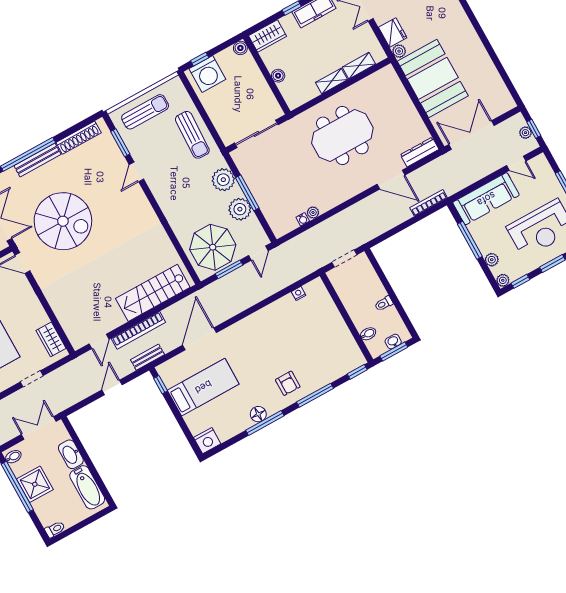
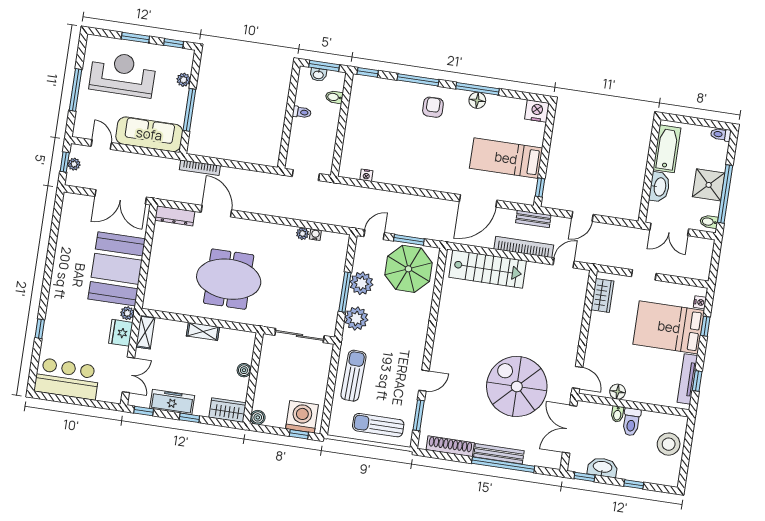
shelving: (359, 66) -> (145, 332), moved, turned 90
plant: (503, 280) -> (188, 55), removed

